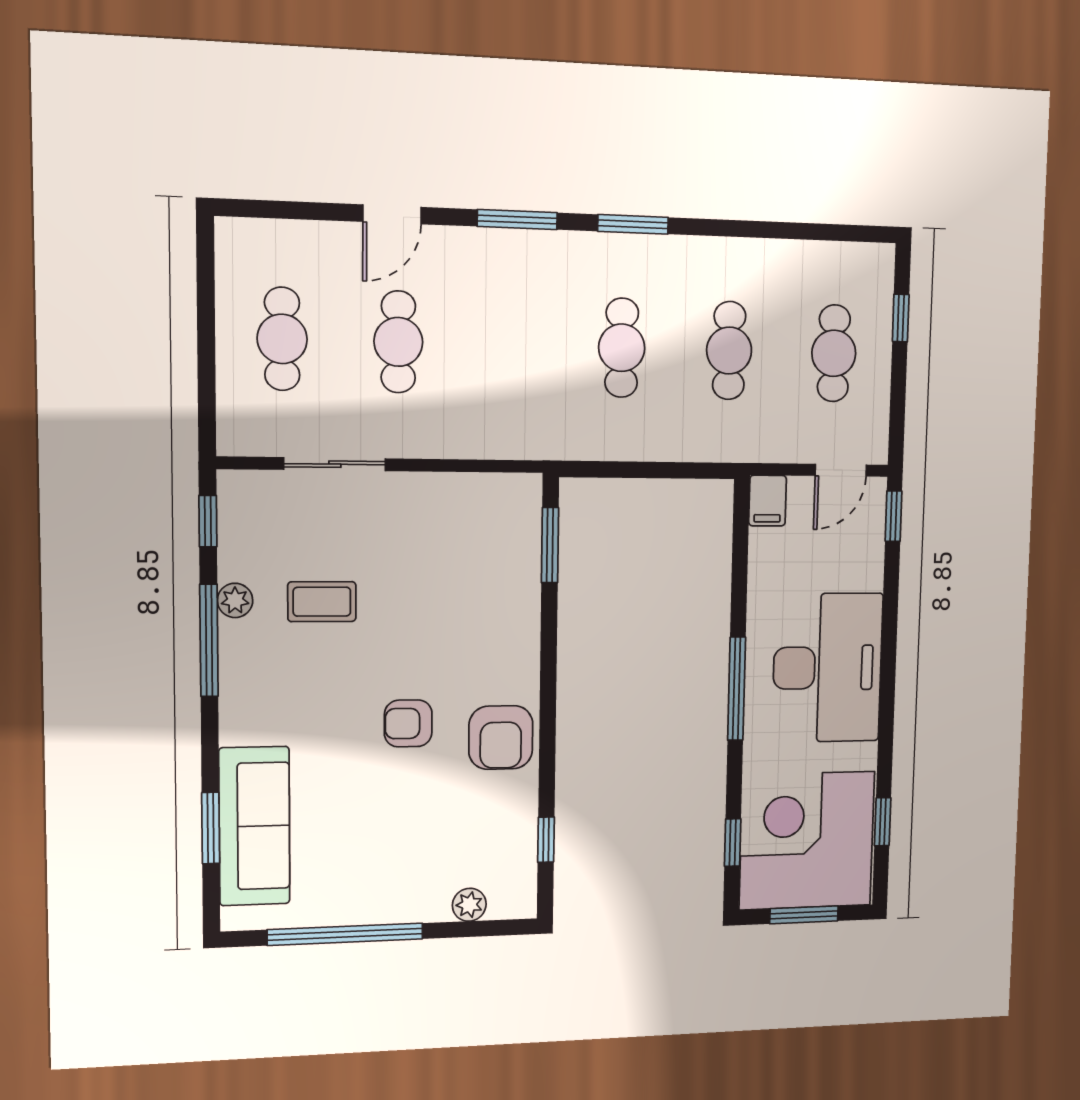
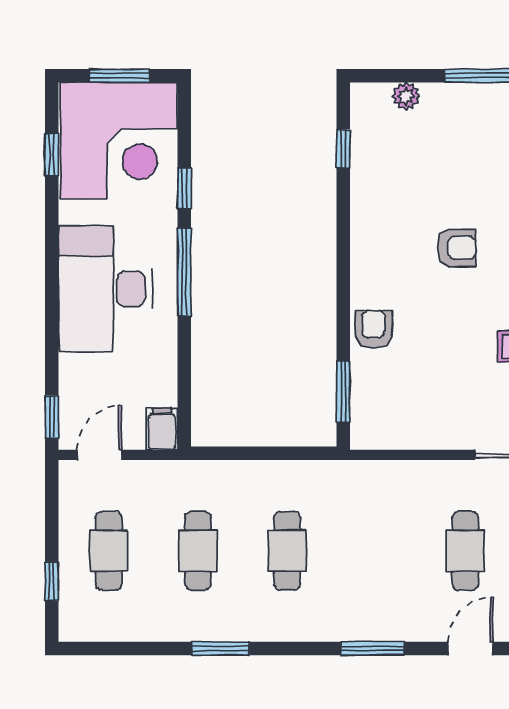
window: (633, 224) -> (221, 649), moved
armchair: (501, 738) -> (373, 329), moved, width x0.72, depth x0.72
window: (733, 843) -> (184, 188), moved

